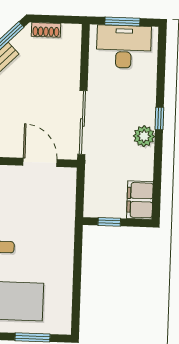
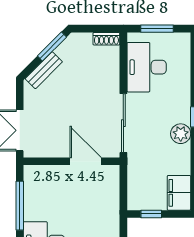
shoe rack: (46, 30) -> (106, 39), moved
desk: (124, 47) -> (147, 67), moved, turned -90

